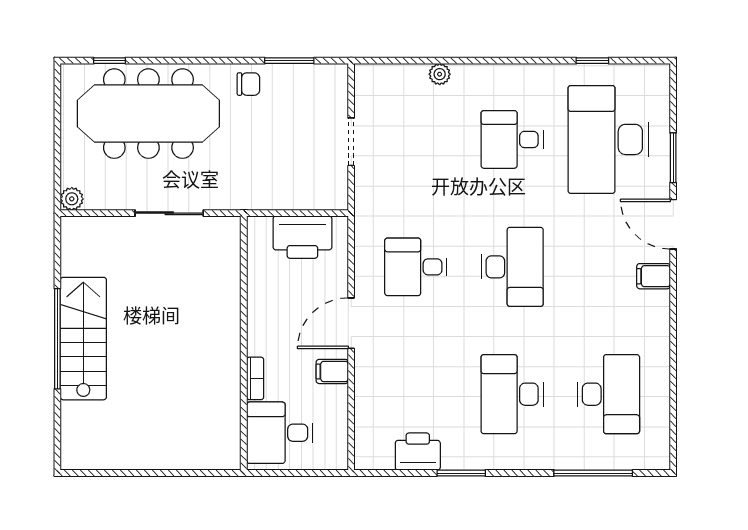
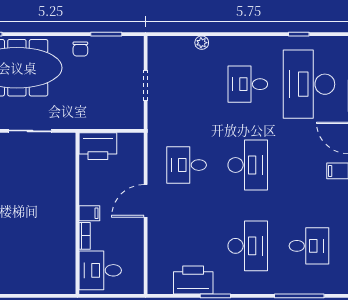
chair: (248, 84) -> (80, 49), turned 90
printer: (302, 237) -> (98, 146), moved
filing cabinet: (332, 371) -> (89, 213), moved, turned 180
desk: (512, 394) -> (248, 246), turned 180
desk: (608, 394) -> (309, 246), width x0.73
printer: (418, 452) -> (193, 280), width x1.37, depth x1.19

